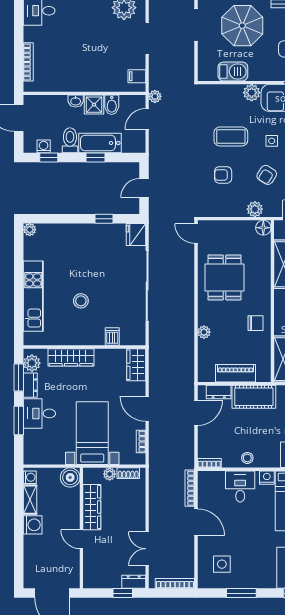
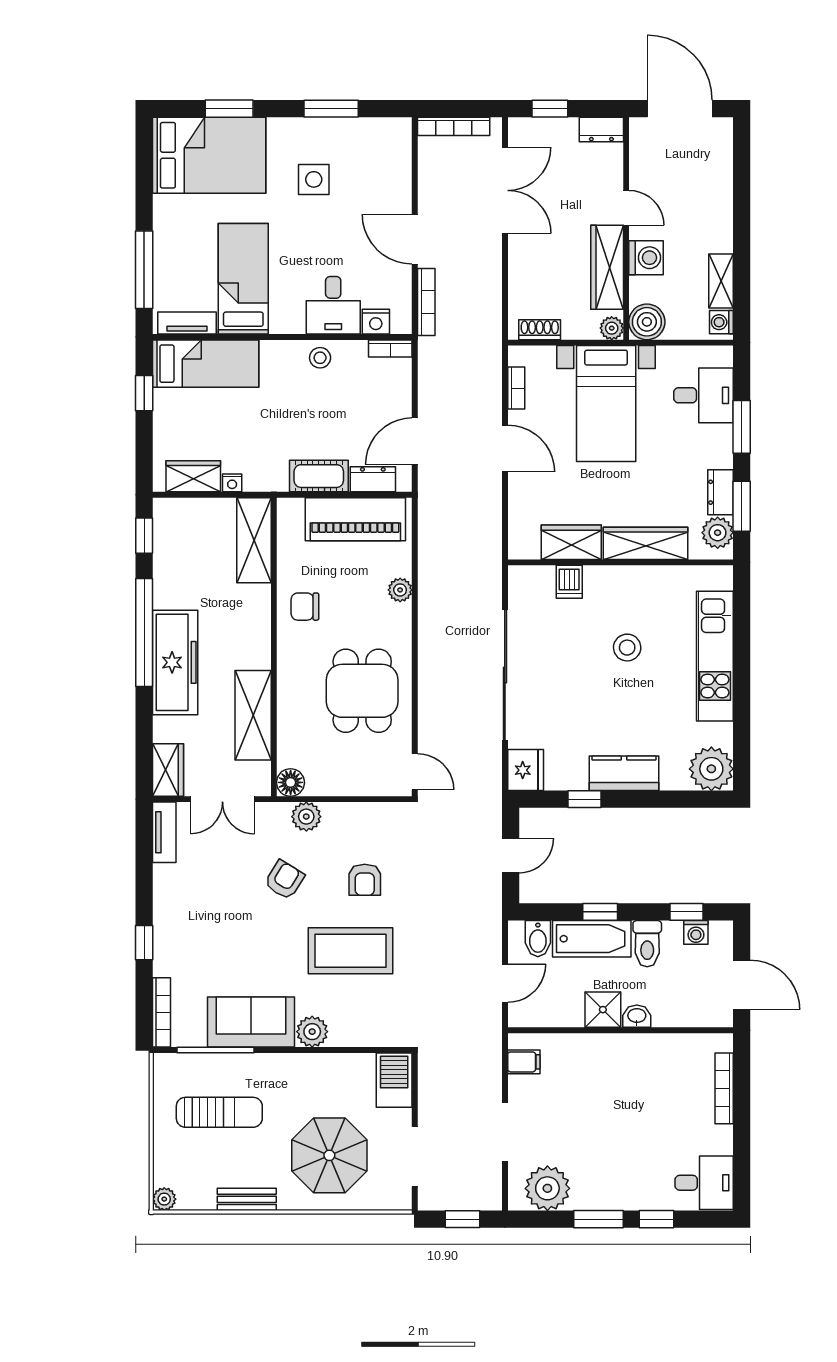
barbecue: (233, 71) -> (394, 1080), moved, turned 90
plant: (155, 96) -> (490, 1025), removed
bidet: (112, 105) -> (538, 939), moved, turned 180
coffee table: (231, 136) -> (351, 951), width x1.36, depth x1.32
side table: (272, 141) -> (275, 943), removed
armchair: (223, 175) -> (365, 880), turned 90
plant: (30, 230) -> (711, 769), width x1.88, depth x1.88
kitchen counter: (83, 233) -> (624, 773), added
wardrobe: (136, 365) -> (571, 542), moved, turned -90
piano: (235, 373) -> (355, 519), width x1.37, depth x1.33
cot: (254, 397) -> (319, 476), width x0.73, depth x0.75
desk: (39, 413) -> (704, 395), moved
plant: (110, 474) -> (612, 328), moved
nightstand: (267, 478) -> (376, 322), moved
washing machine: (33, 525) -> (646, 258), moved, turned 180
double door: (147, 549) -> (505, 190), width x1.37
side table: (222, 564) -> (314, 179), moved
dresser: (134, 582) -> (601, 129), moved

